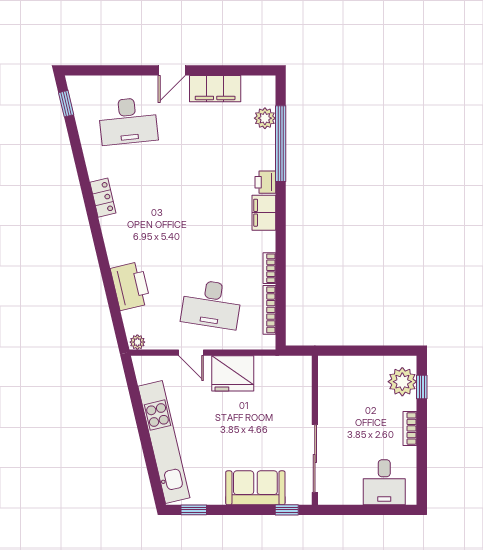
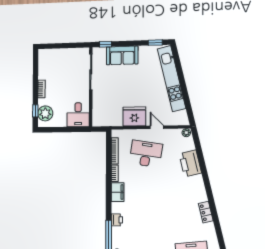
filing cabinet: (264, 213) -> (118, 192), moved
desk: (384, 482) -> (78, 115), moved, turned 180

